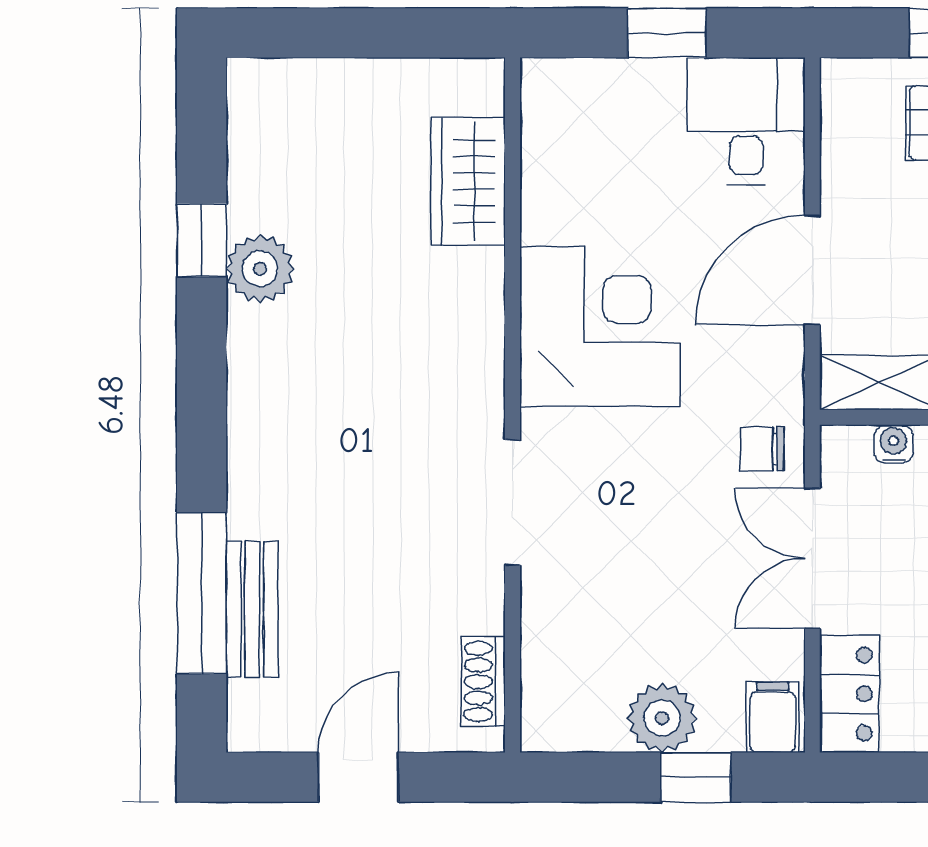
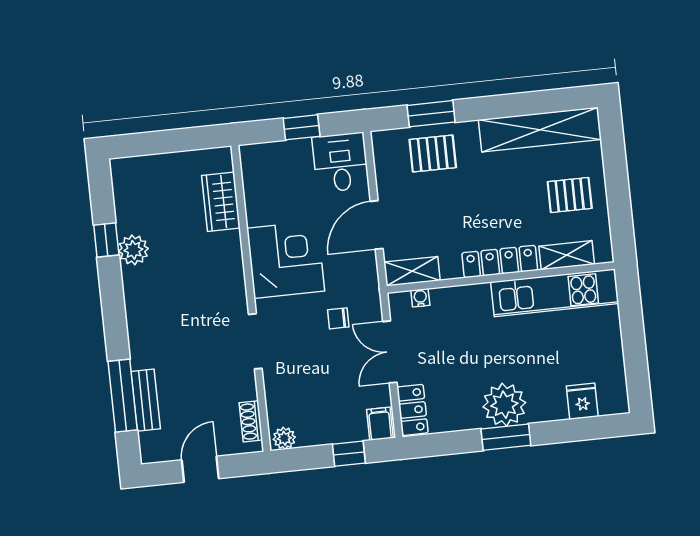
chair: (762, 449) -> (338, 318), moved
plant: (662, 718) -> (284, 438), moved, width x0.73, depth x0.73

